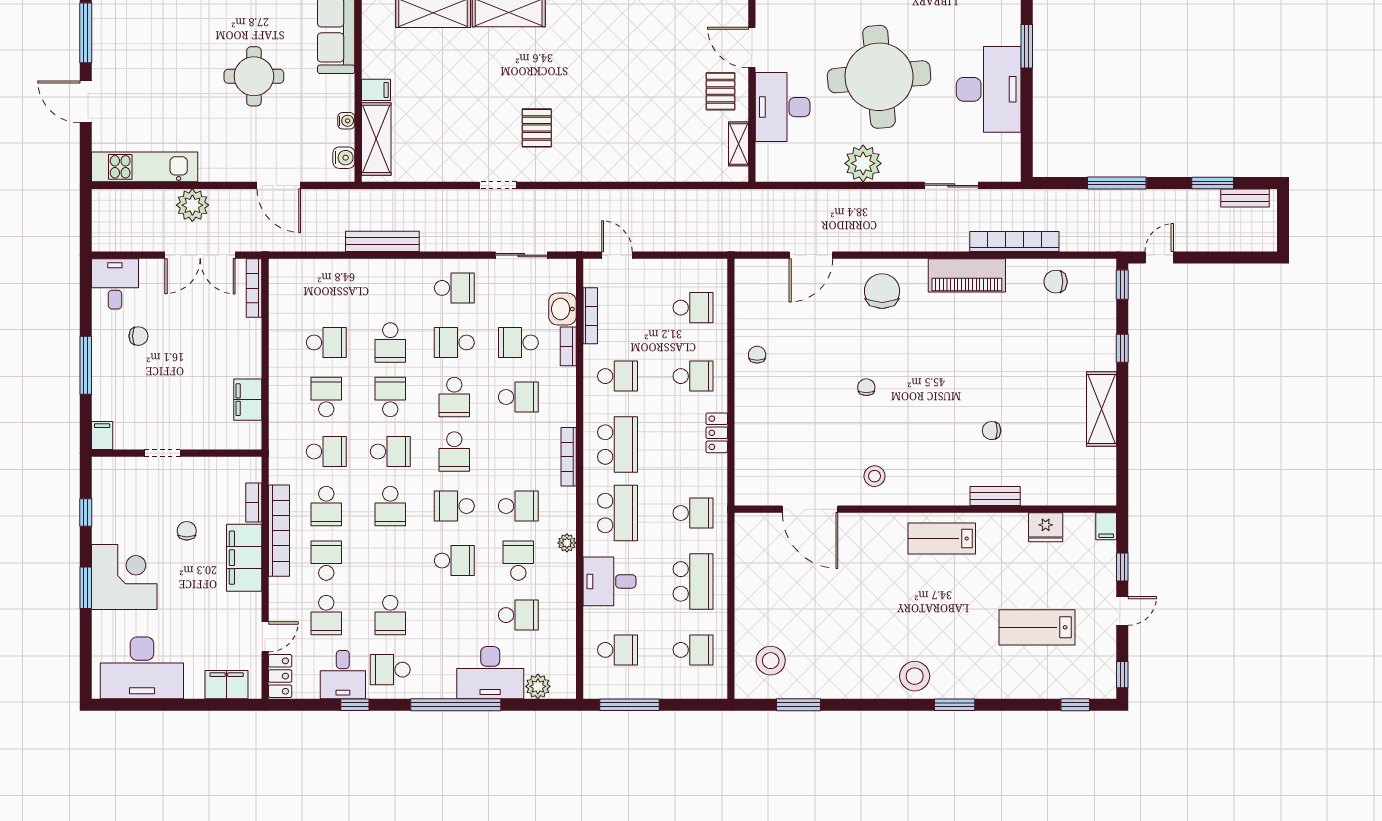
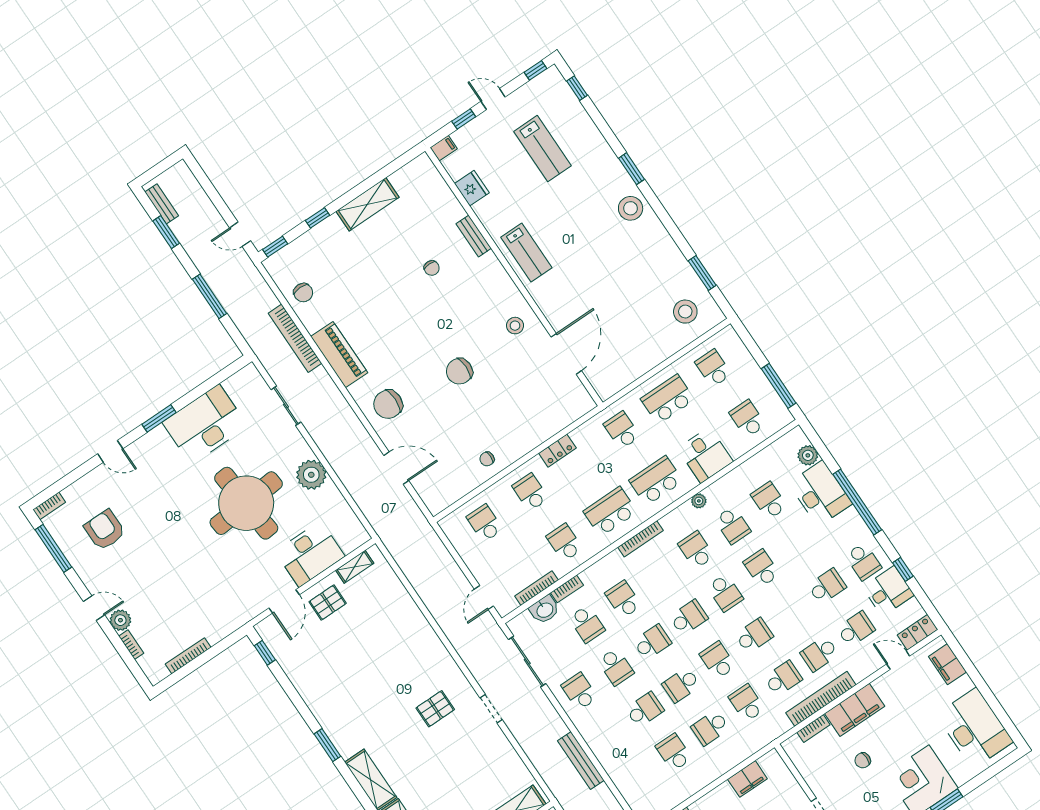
sliding door: (521, 255) -> (527, 661), width x1.37
chair: (866, 387) -> (459, 371), width x1.87, depth x1.87
school desk: (518, 561) -> (733, 525), turned -90

